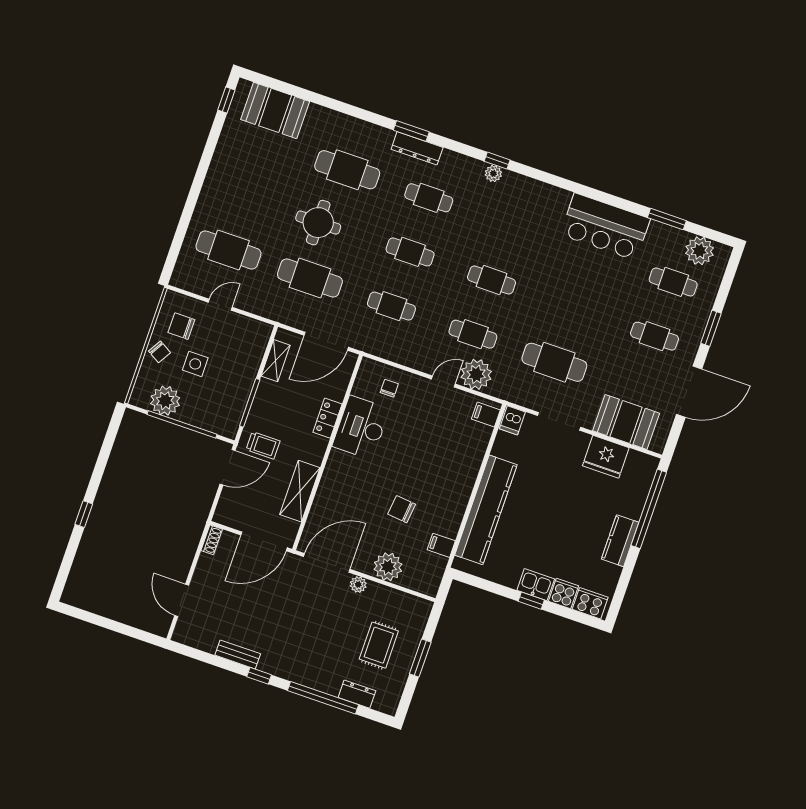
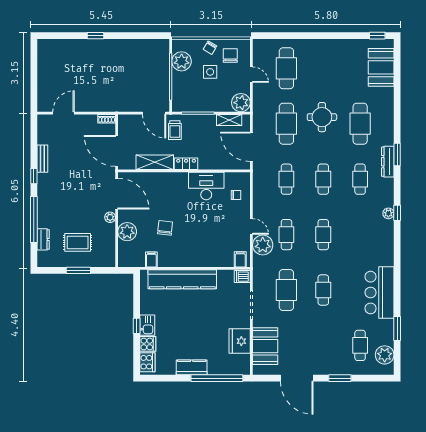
plant: (256, 334) -> (241, 103), added
cafe table: (655, 336) -> (323, 290), moved
locker: (327, 418) -> (186, 164), moved

